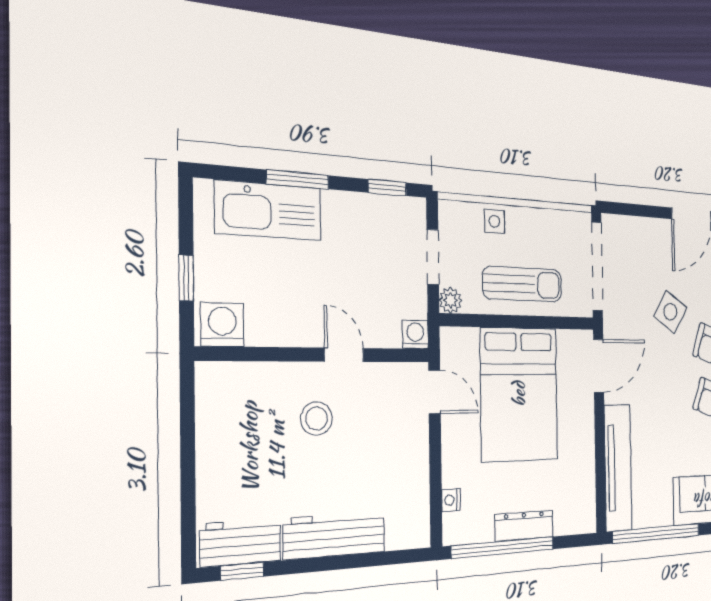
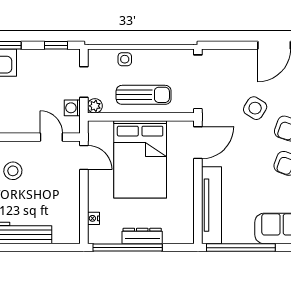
washing machine: (415, 334) -> (72, 108), moved, turned -90
door: (344, 355) -> (51, 137), moved

